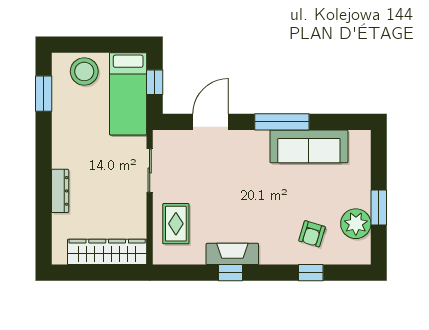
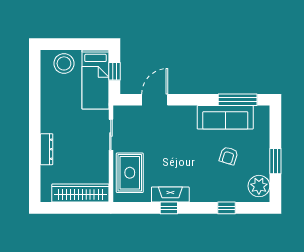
window: (44, 94) -> (35, 79), removed
window: (282, 122) -> (238, 100), moved
rug: (176, 224) -> (130, 173), width x1.36, depth x1.43
plant: (356, 224) -> (259, 186), moved
armchair: (312, 234) -> (229, 156), moved

